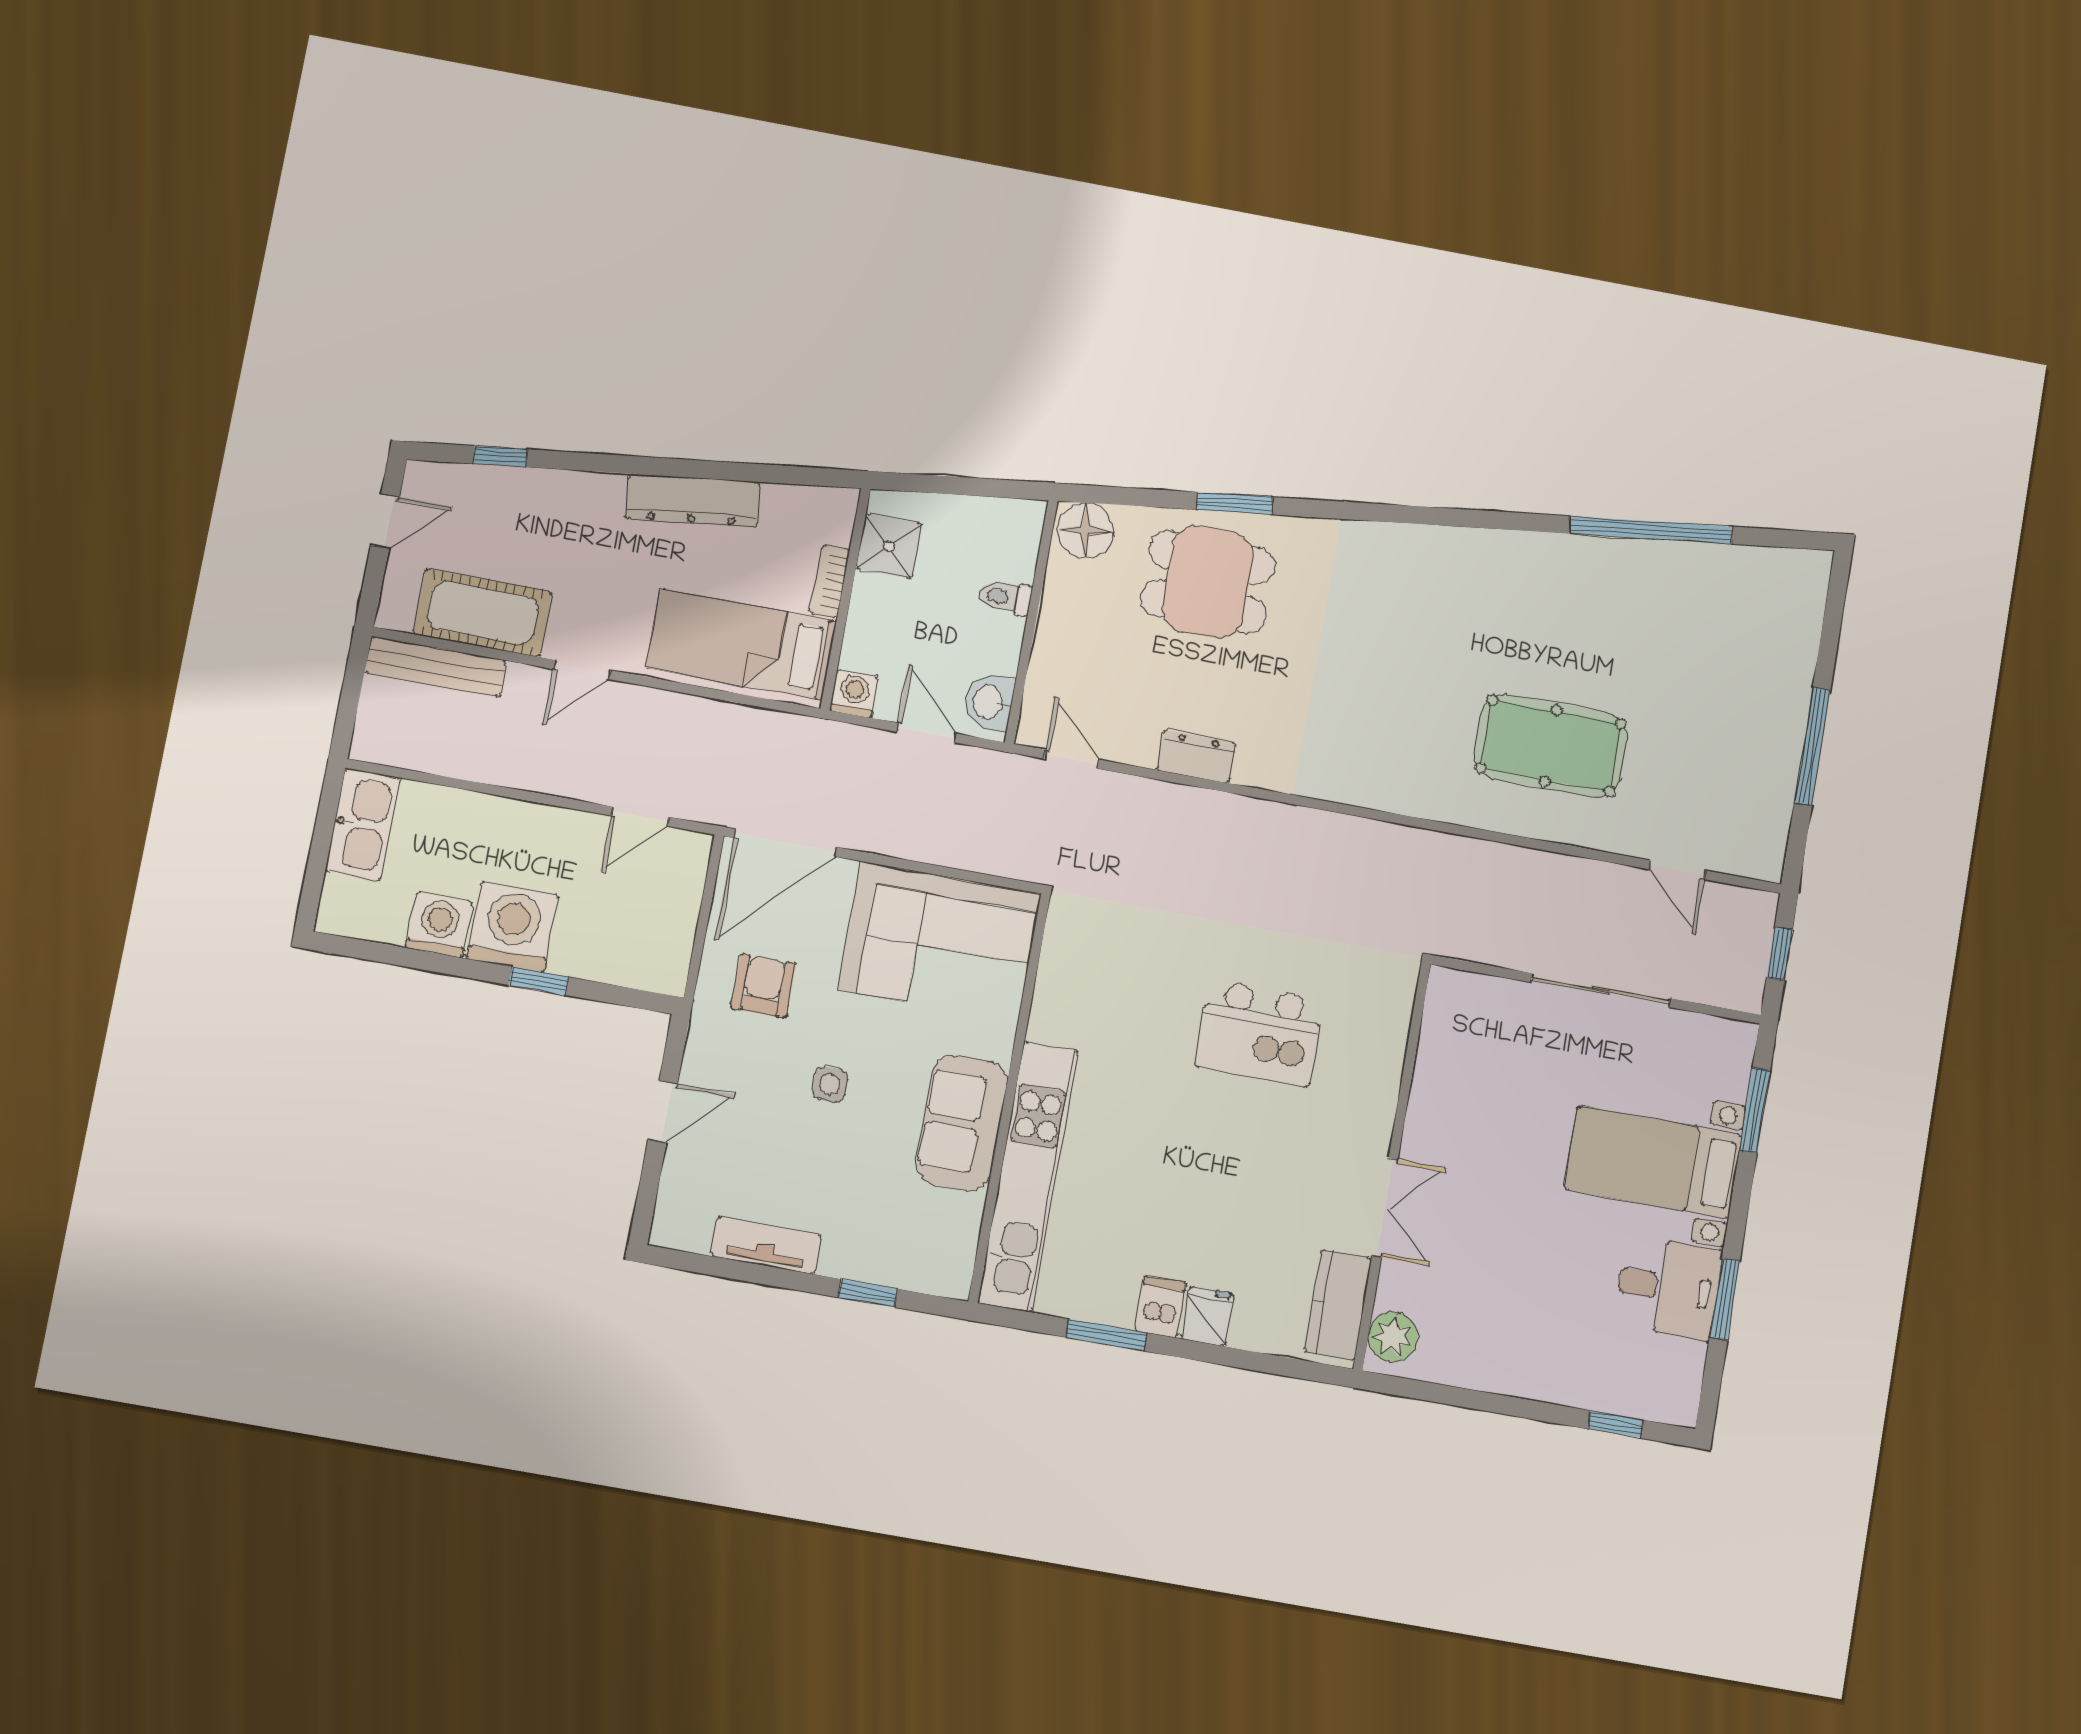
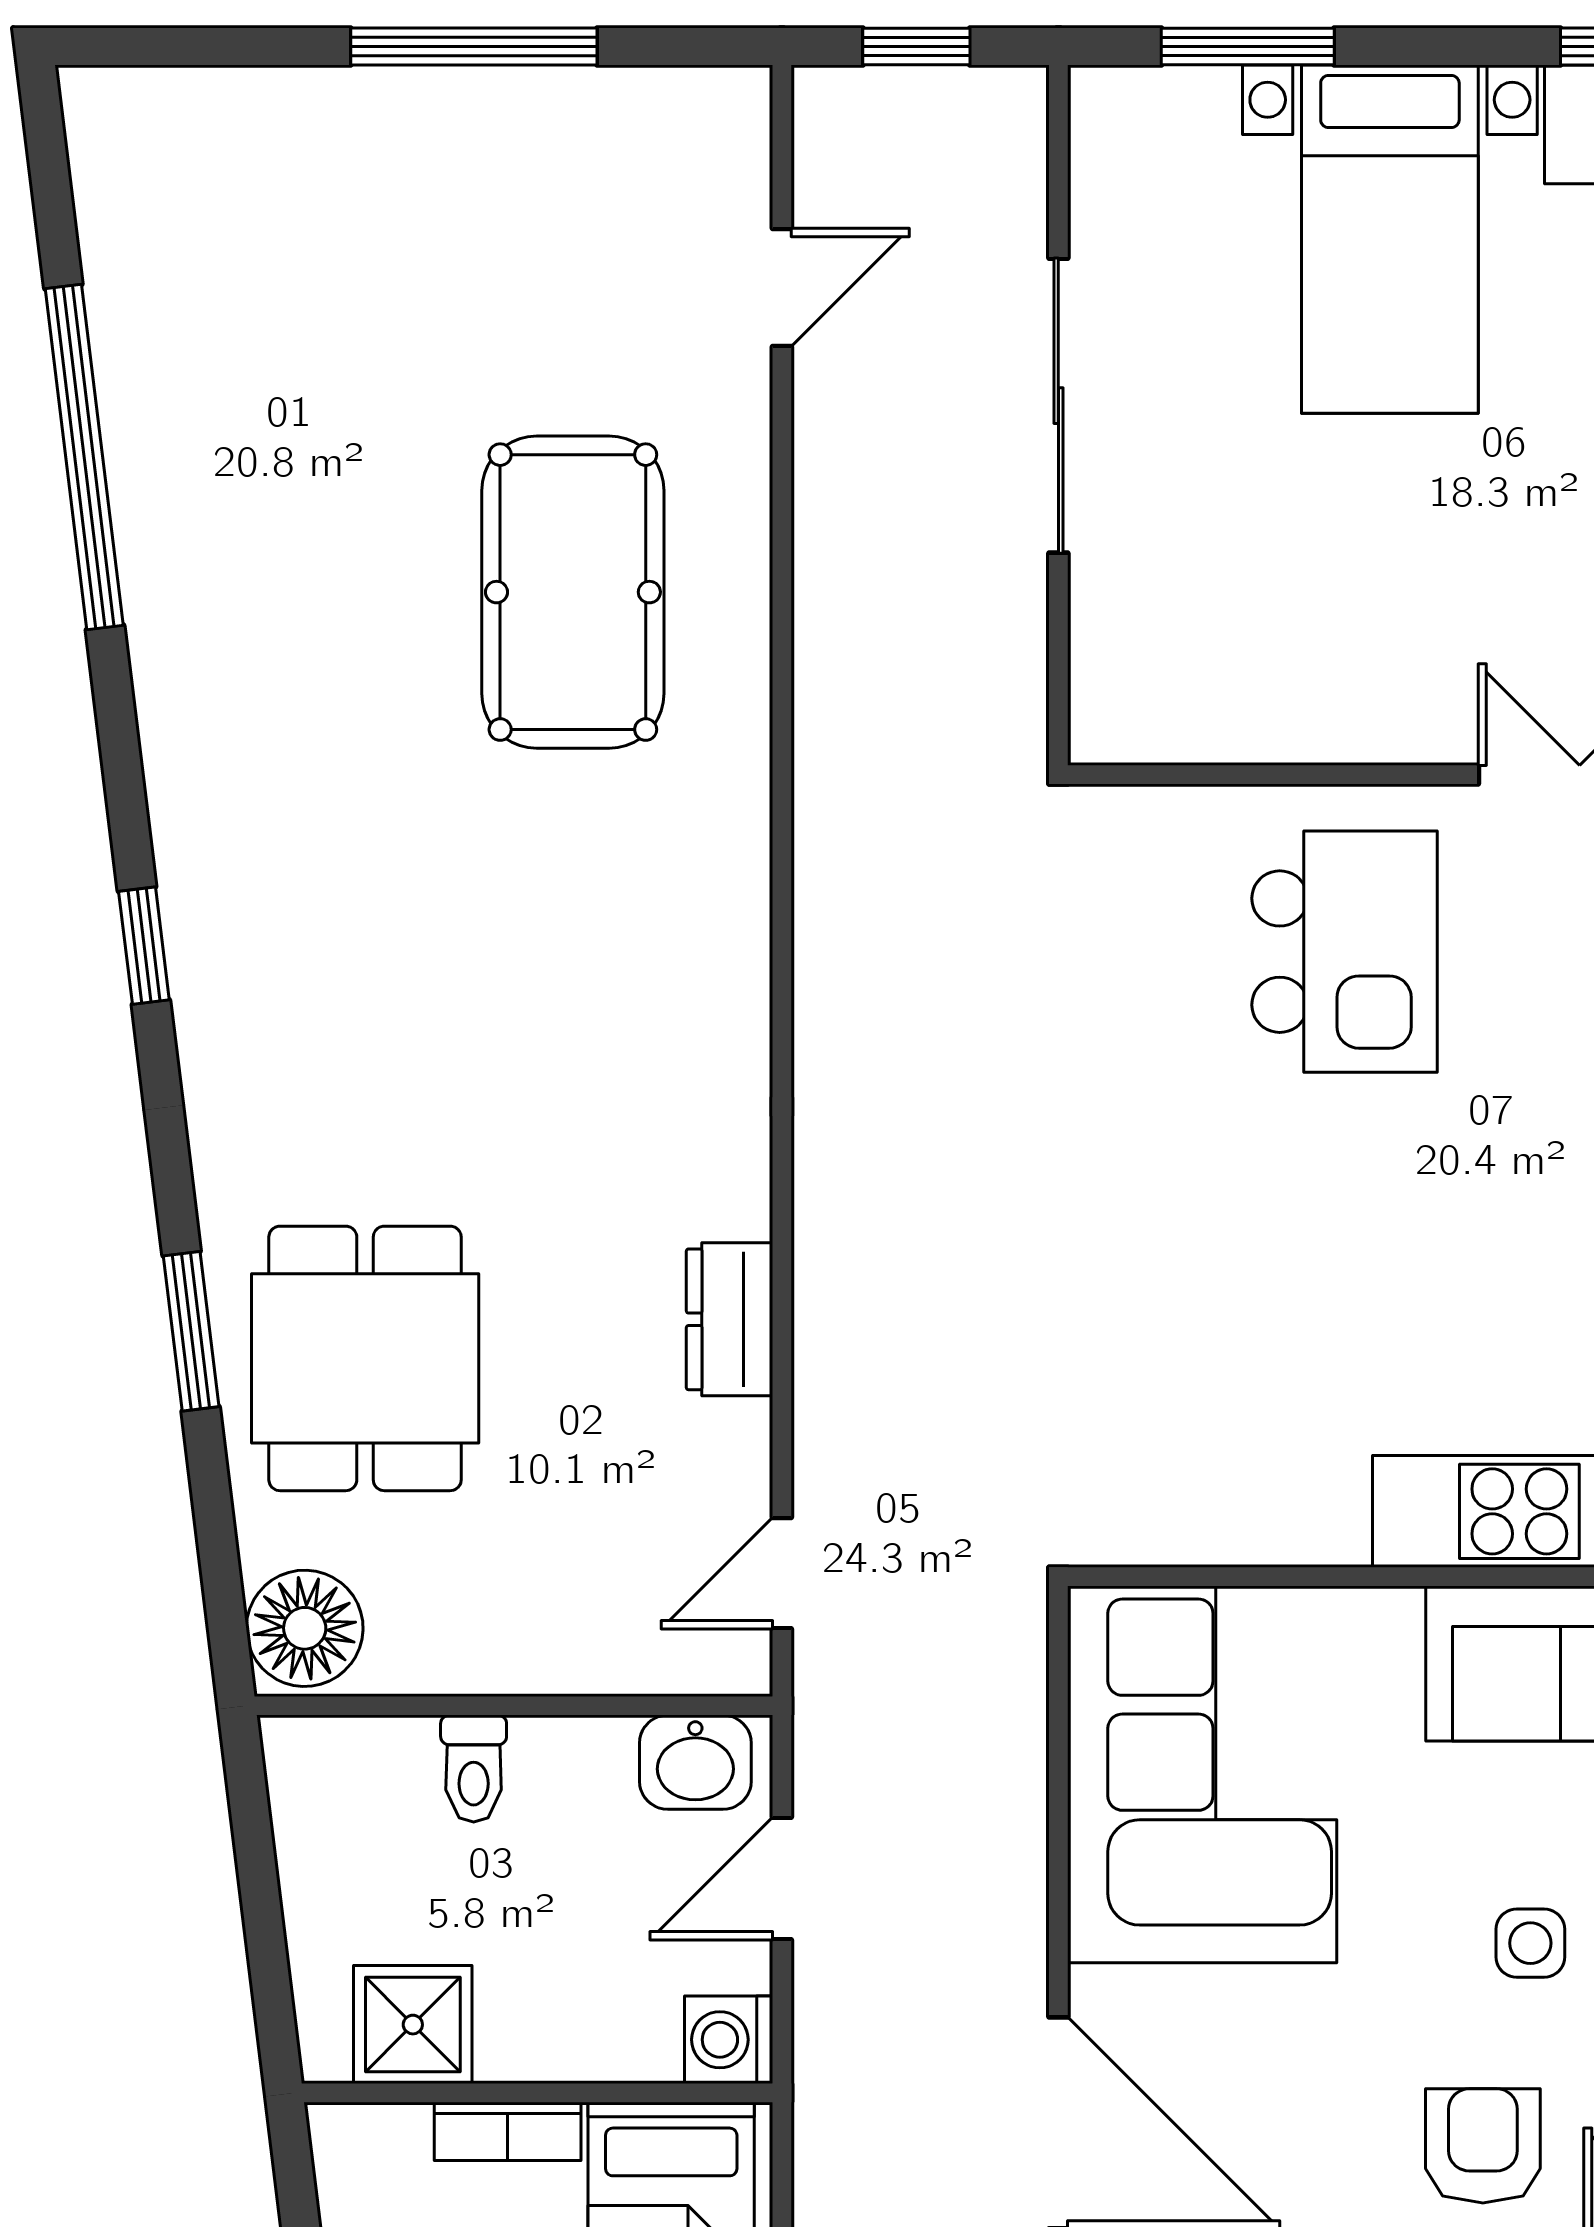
window: (1419, 515) -> (144, 946), added
armchair: (763, 986) -> (1483, 2146), moved, turned 90
kitchen island: (1259, 1033) -> (1344, 952), moved

